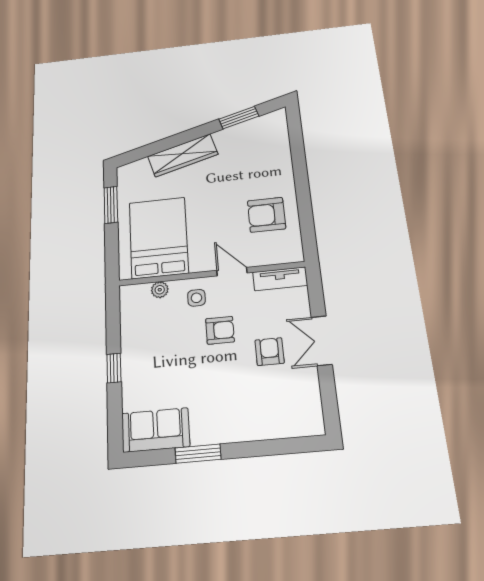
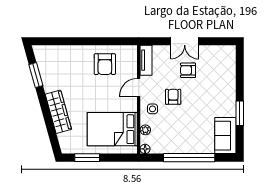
floor lamp: (127, 293) -> (145, 149), added
window: (114, 368) -> (189, 158), width x3.17

